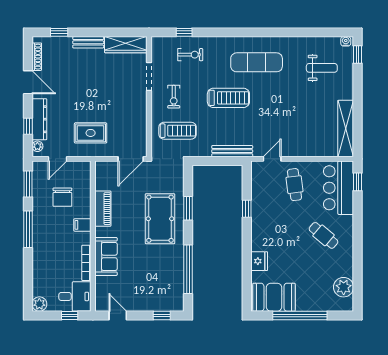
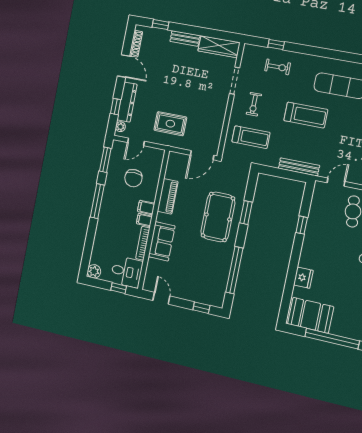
filing cabinet: (83, 238) -> (144, 220), added

